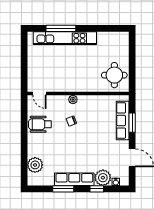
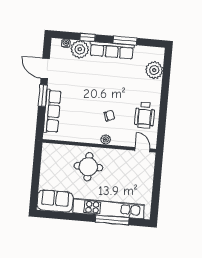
sofa: (113, 41) -> (55, 201), added
round table: (114, 75) -> (88, 167), moved
window: (132, 123) -> (43, 95), moved
wheelchair: (40, 124) -> (145, 115), turned 90

